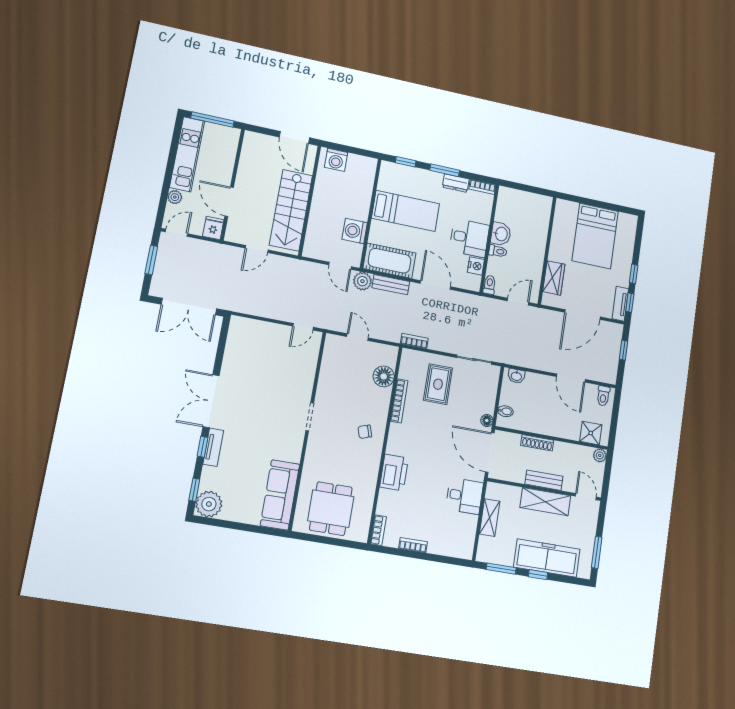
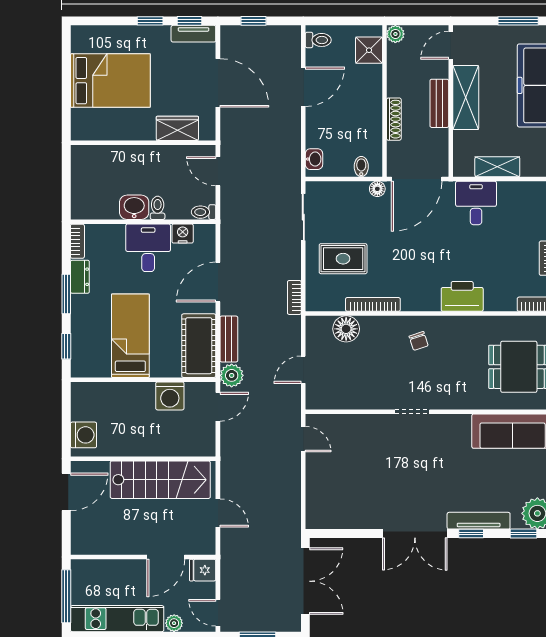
tv unit: (213, 447) -> (479, 521), width x1.41

